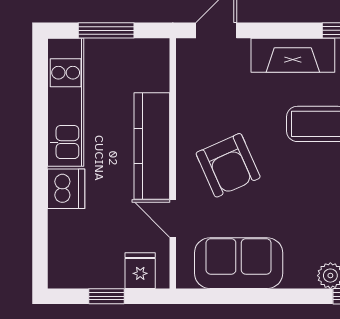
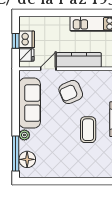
dishwasher: (66, 189) -> (27, 39), moved, turned -90
sofa: (239, 263) -> (30, 103), width x1.36

